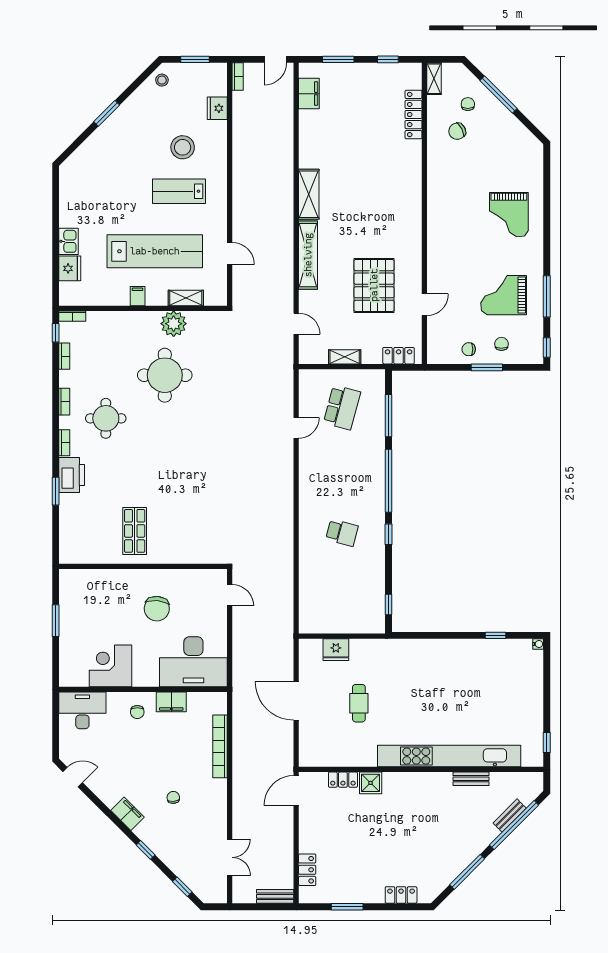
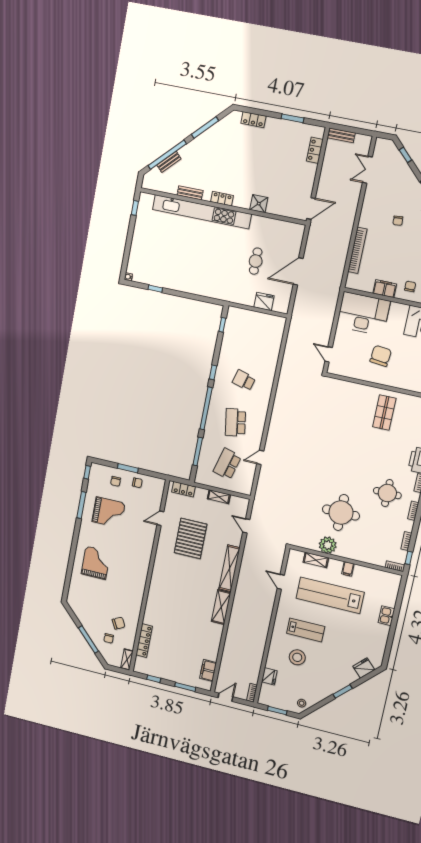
fridge: (70, 268) -> (364, 668), moved, turned 45
school desk: (342, 470) -> (235, 422), added
door: (296, 701) -> (298, 271), swing flipped
locker: (343, 780) -> (222, 199), moved

